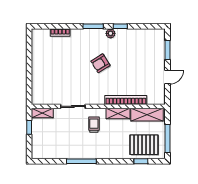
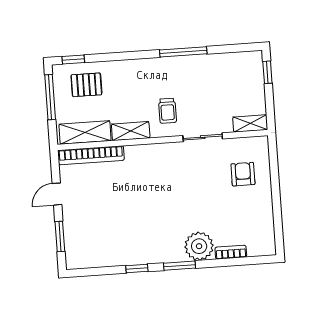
plant: (111, 33) -> (199, 246), moved, width x1.87, depth x1.87
armchair: (100, 63) -> (243, 174), moved, turned -58
bookcase: (126, 100) -> (91, 155), moved
window: (29, 127) -> (267, 72), moved
pallet: (144, 145) -> (86, 85), width x0.67, depth x0.71
window: (141, 161) -> (73, 60), moved

